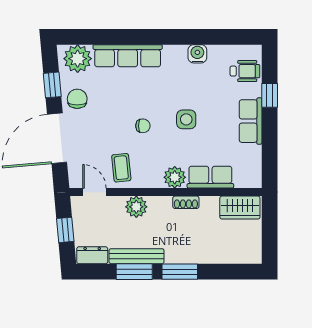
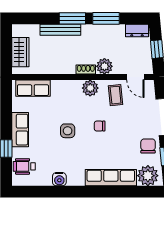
chair: (77, 99) -> (148, 146), turned 180
plant: (175, 177) -> (90, 88), moved
row of seats: (210, 177) -> (33, 88), moved
shoe rack: (186, 202) -> (86, 70), moved
wardrobe: (240, 208) -> (20, 52), moved, turned 90
bench: (137, 256) -> (60, 30), moved

